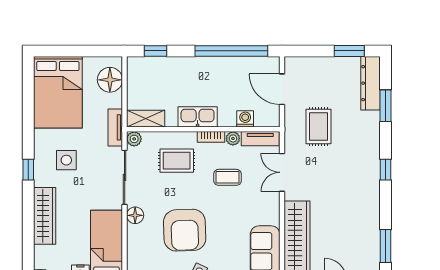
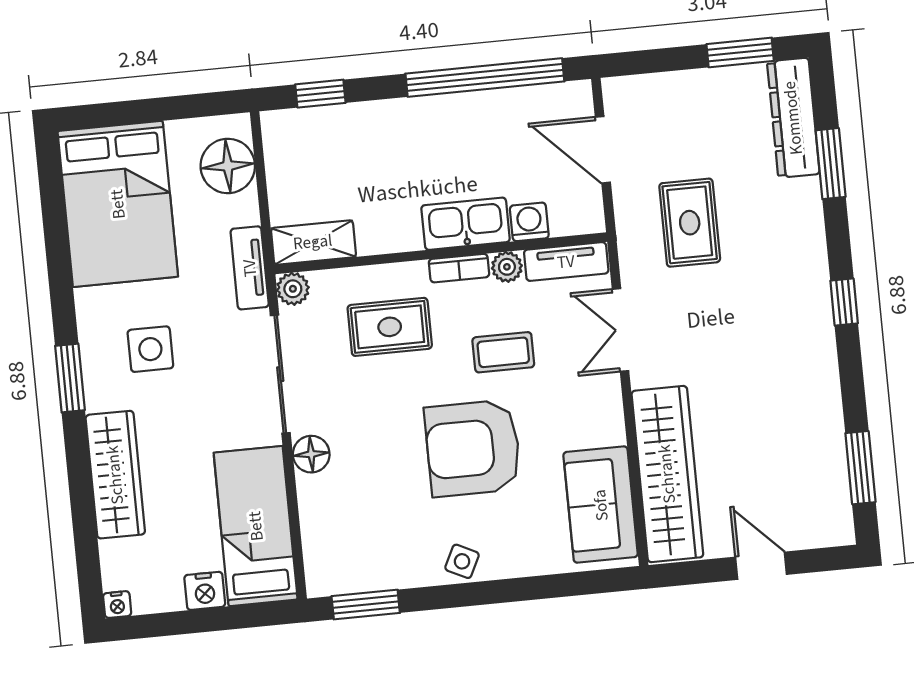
kitchen sink: (198, 117) -> (466, 224), moved
window: (28, 170) -> (70, 378), width x1.50
armchair: (185, 230) -> (473, 448), moved, turned 92

